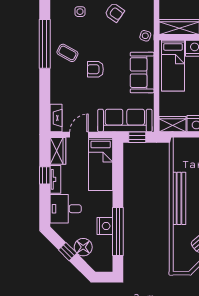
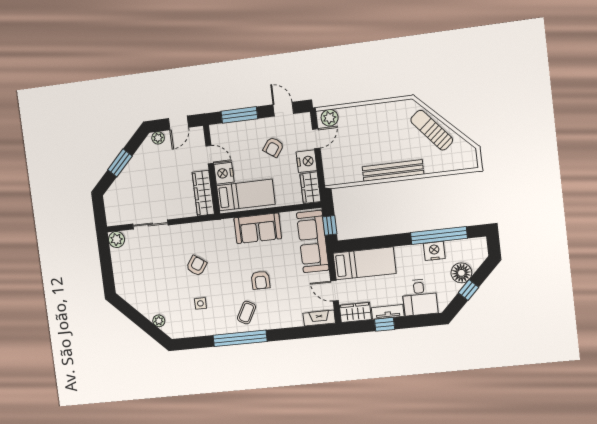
side table: (145, 36) -> (217, 229), removed

